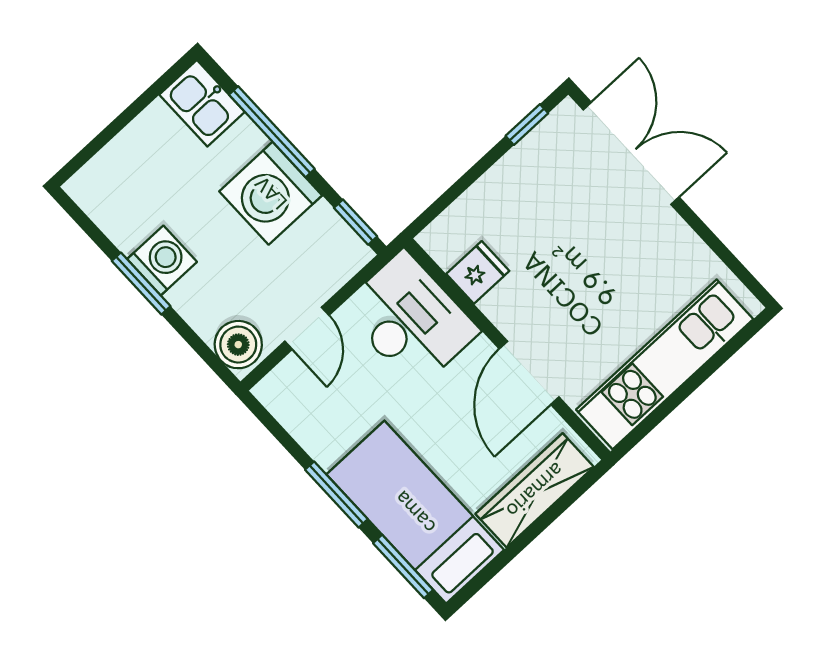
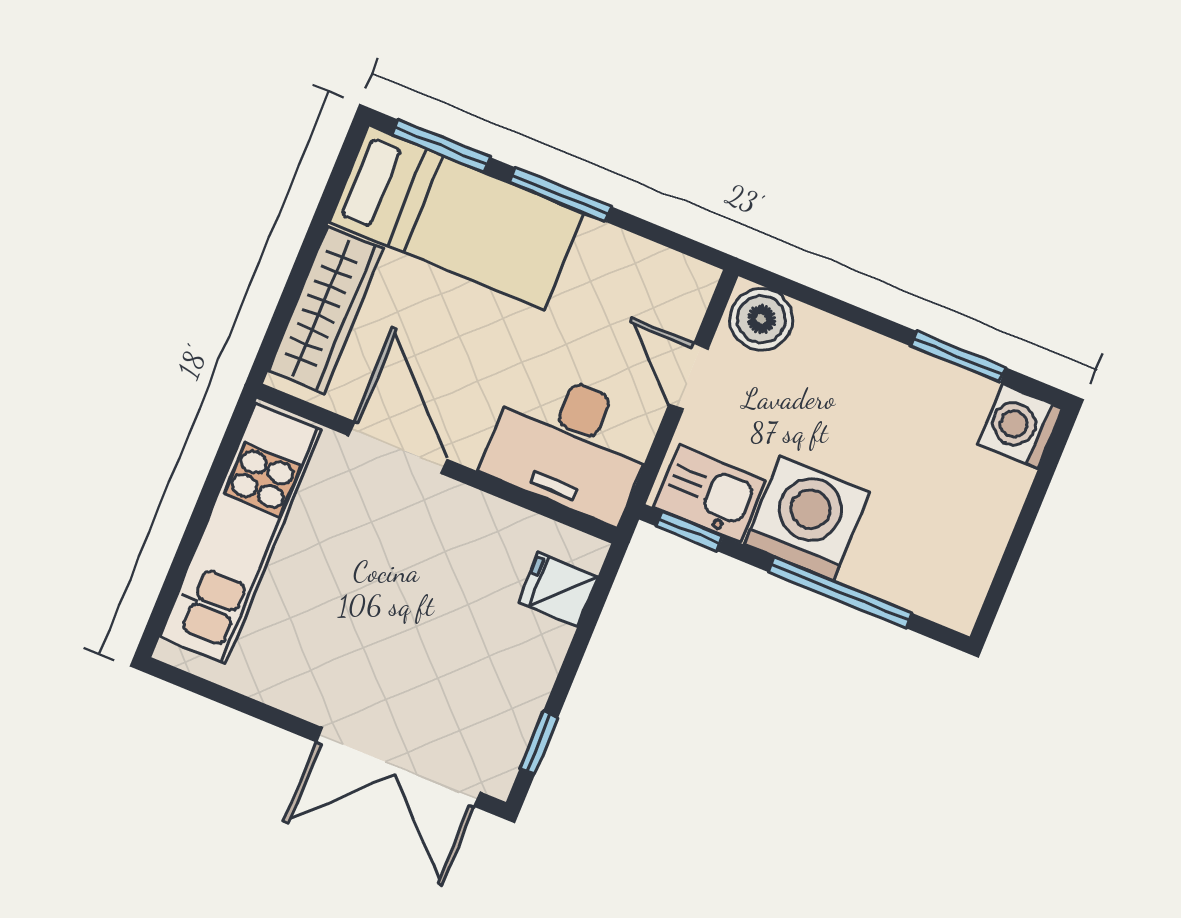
kitchen sink: (202, 103) -> (710, 494), moved
washing machine: (162, 261) -> (1020, 426), moved, turned 90
fridge: (478, 272) -> (558, 590), moved, turned 90
window: (141, 284) -> (958, 357), moved

